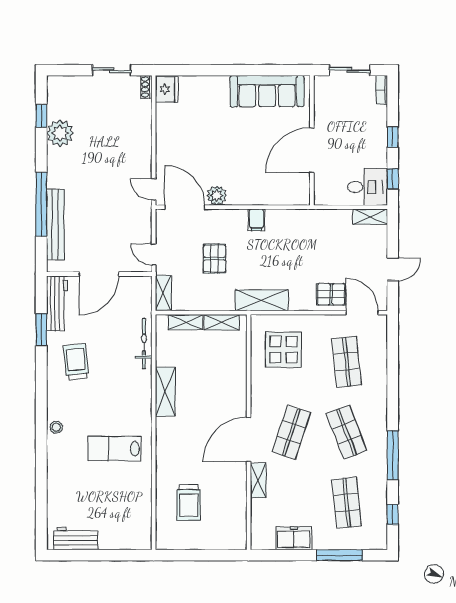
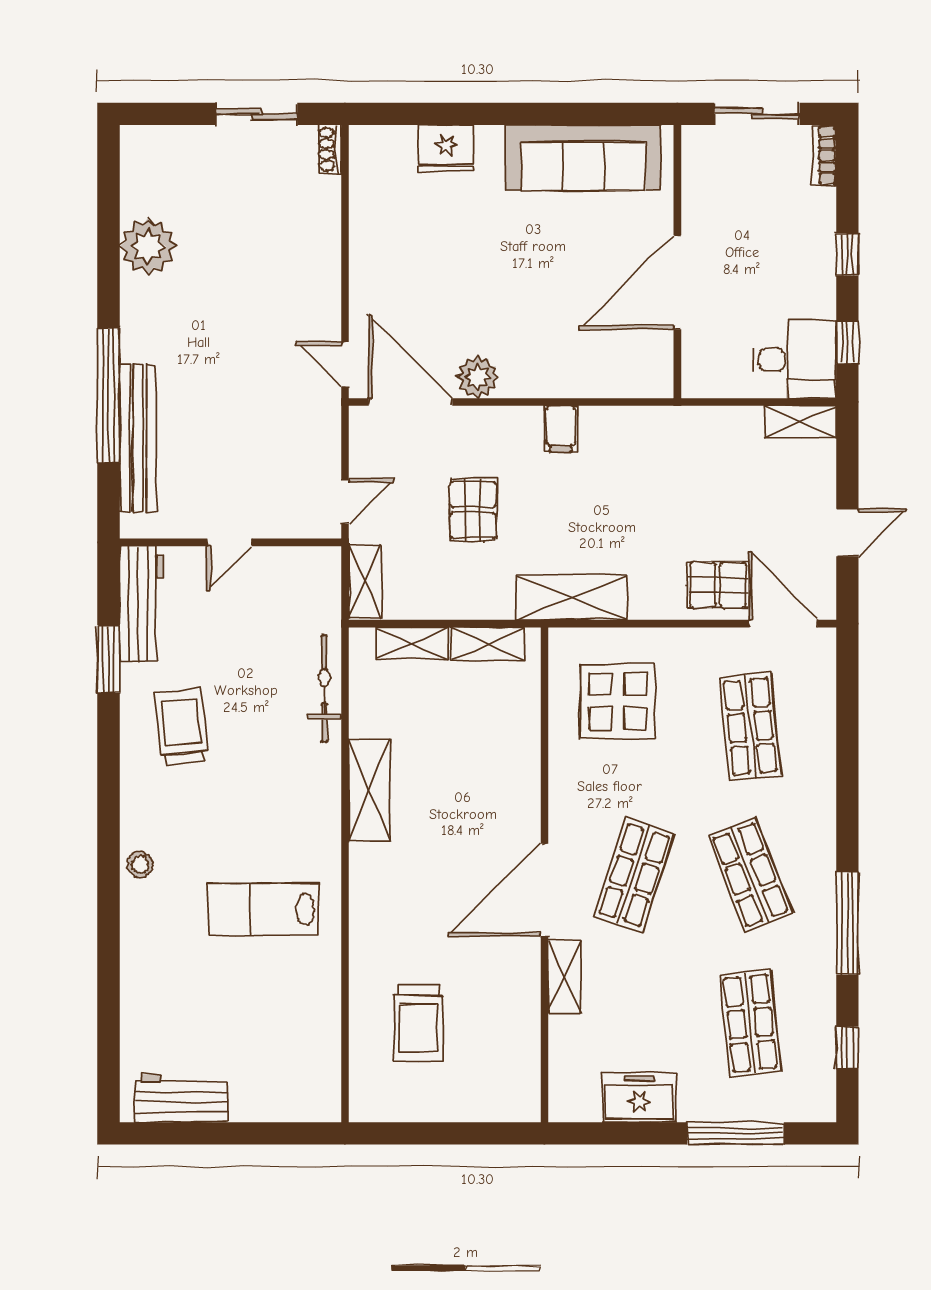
fridge: (167, 89) -> (446, 149), moved, turned 90
window: (41, 116) -> (109, 210), removed
door: (154, 255) -> (345, 502), swing flipped
door: (99, 274) -> (229, 542), width x0.53

